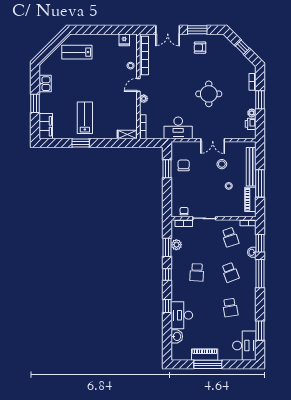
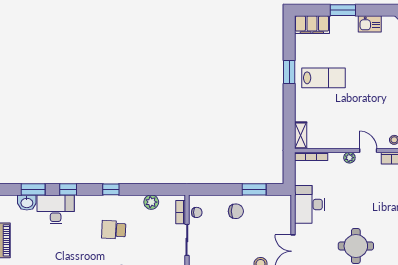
chair: (184, 165) -> (236, 211), moved
window: (167, 247) -> (33, 189), moved

